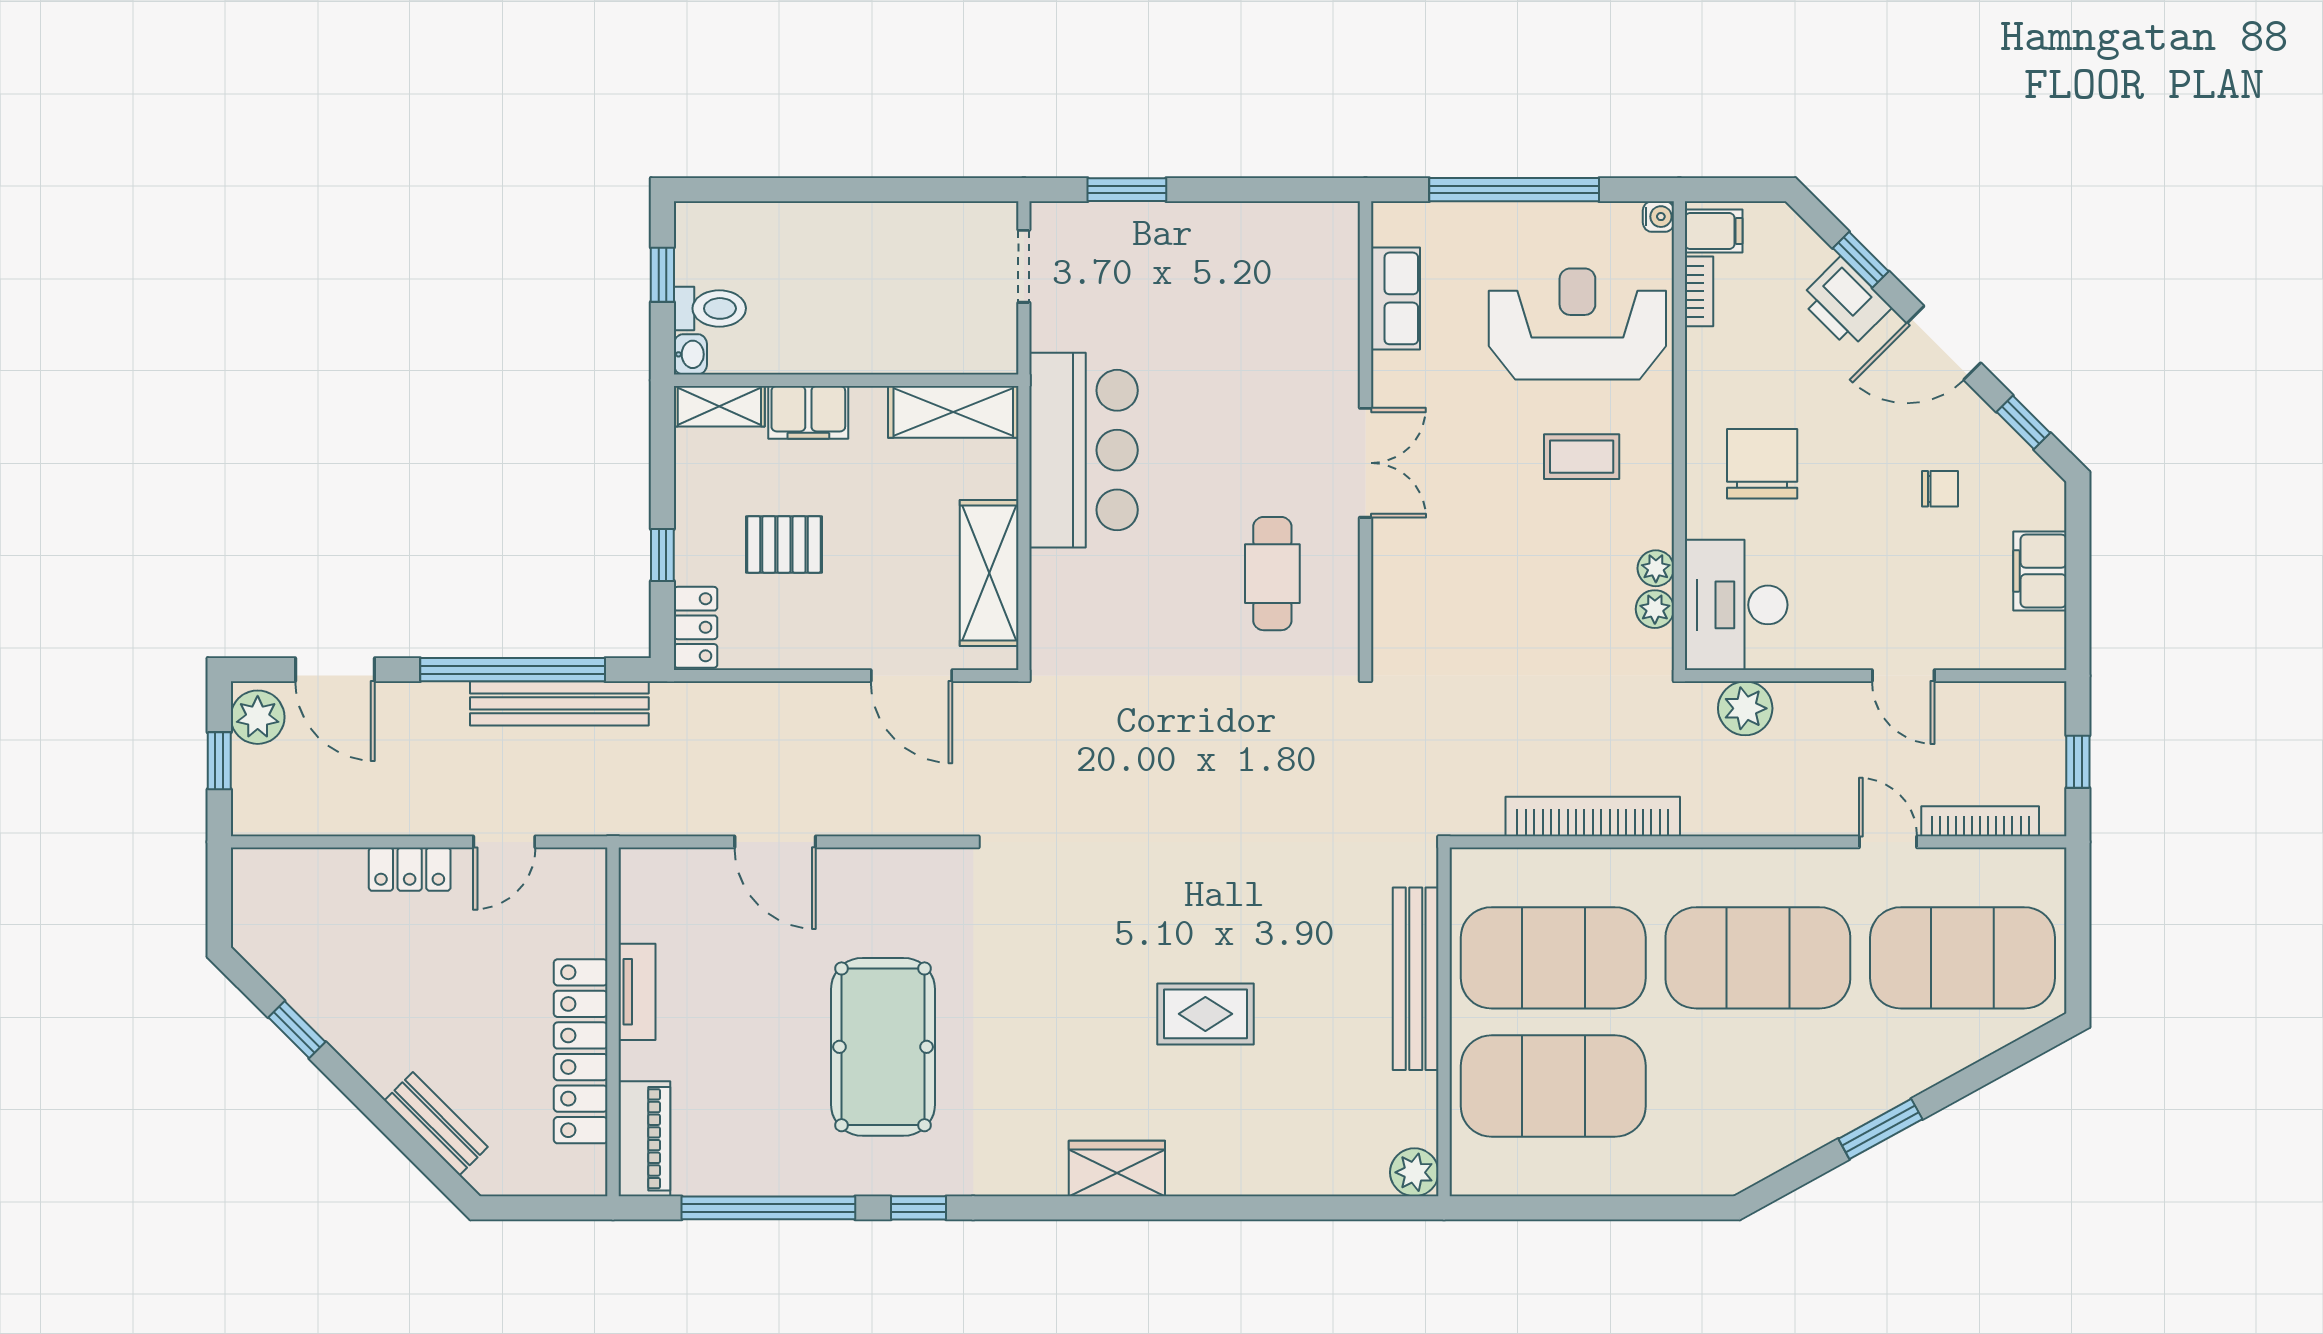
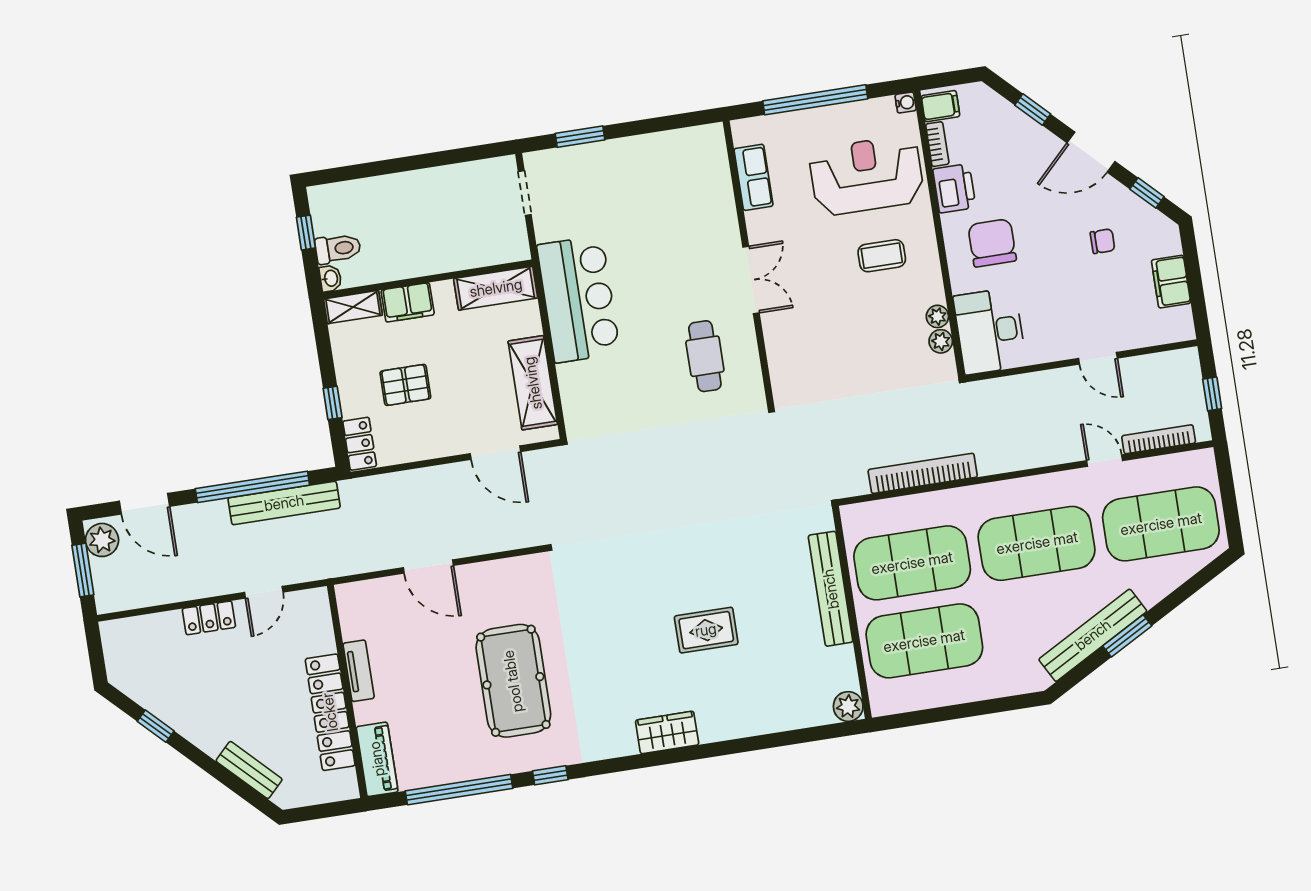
printer: (1845, 303) -> (954, 188), moved, turned -135
plant: (1745, 708) -> (1005, 393), removed
window: (219, 761) -> (83, 570), width x1.50
bench: (1825, 1119) -> (1093, 635), added

